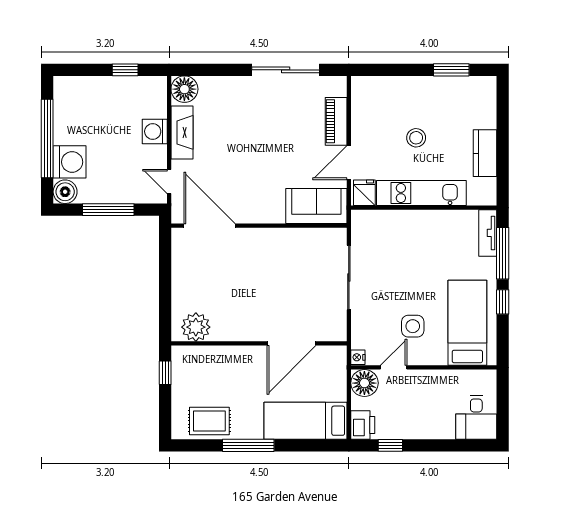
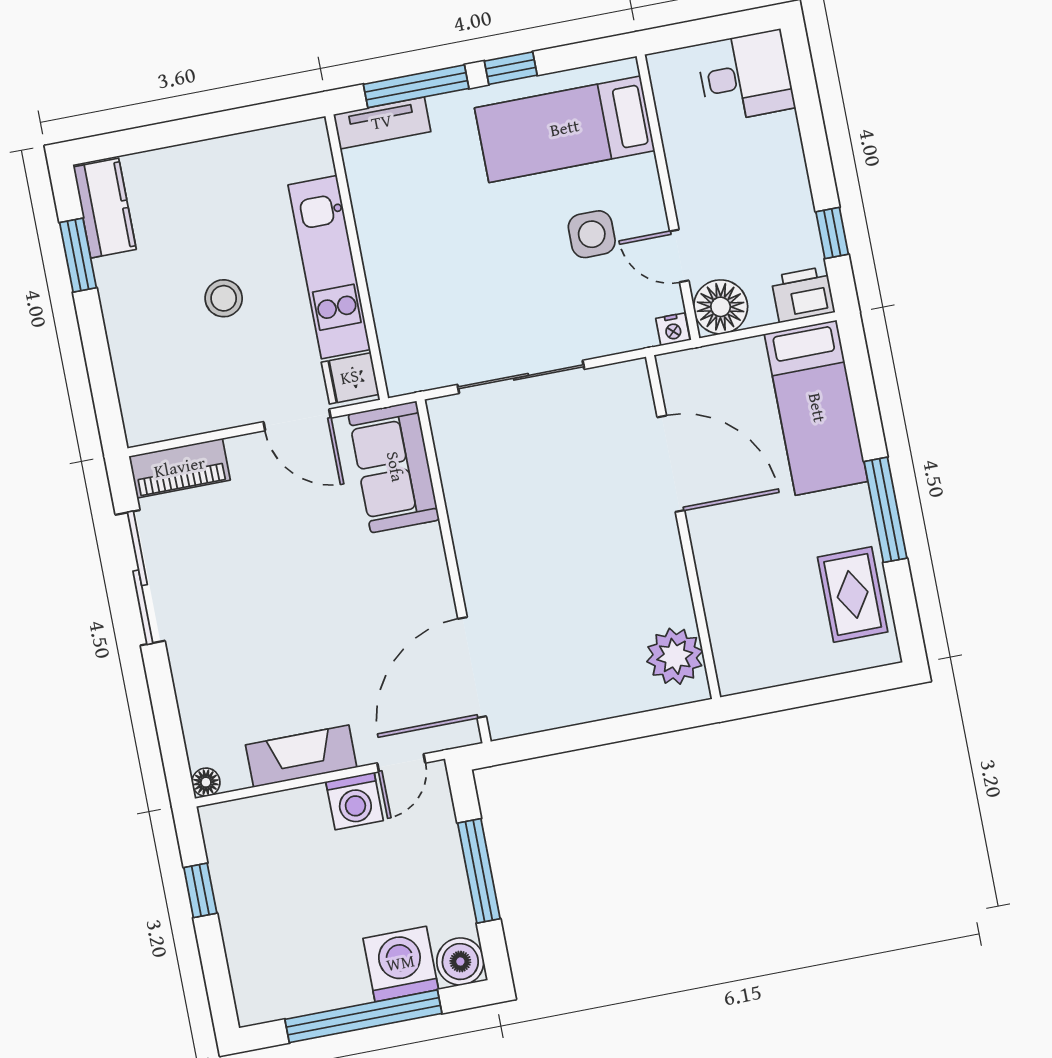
floor lamp: (184, 89) -> (206, 782), width x0.53, depth x0.53
piano: (336, 121) -> (180, 468), moved
washing machine: (155, 131) -> (355, 801), moved
kitchen counter: (485, 153) -> (105, 208), moved, turned -90
window: (165, 373) -> (775, 699), removed

